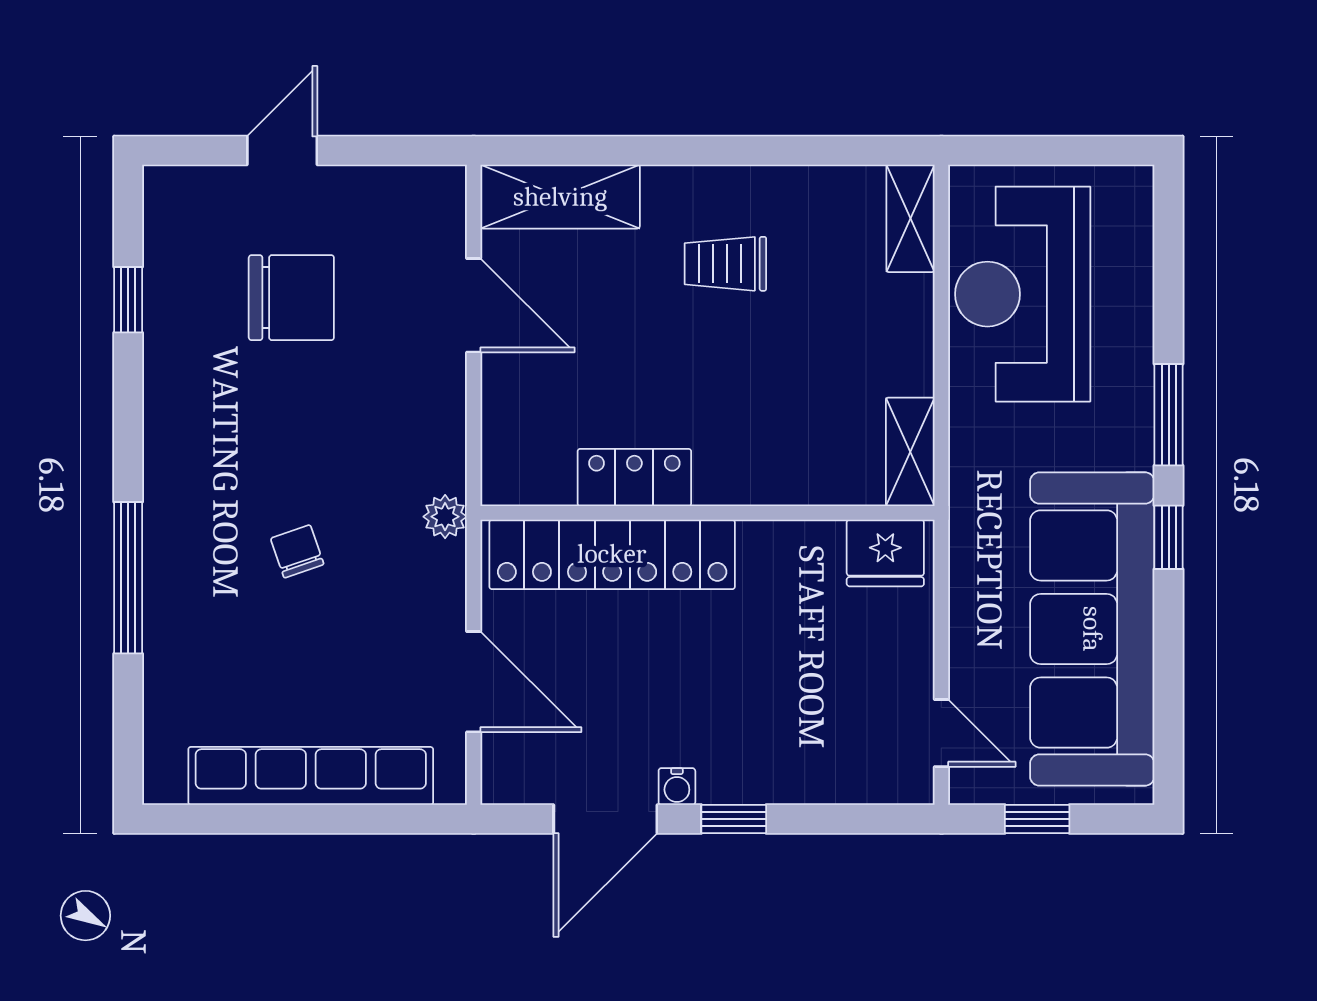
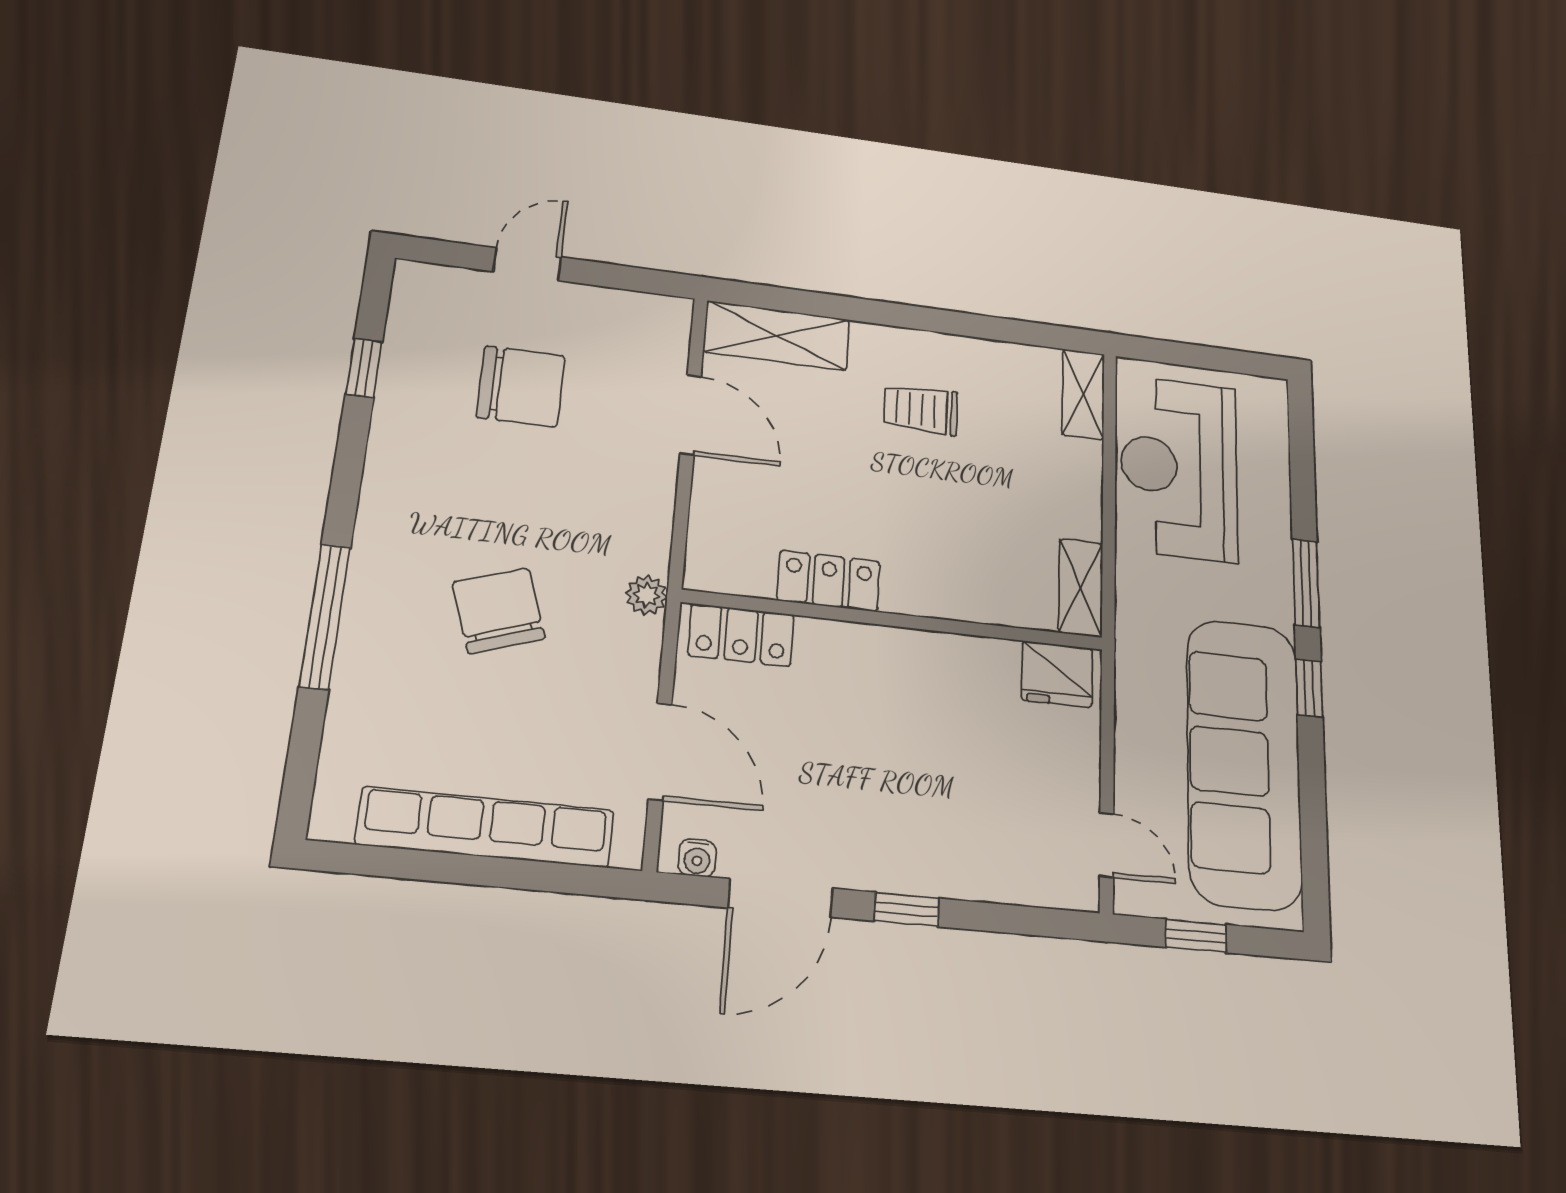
chair: (297, 551) -> (499, 611), width x1.87, depth x1.87
locker: (612, 554) -> (741, 635), width x0.46, depth x0.83
water cooler: (677, 787) -> (697, 858), moved

